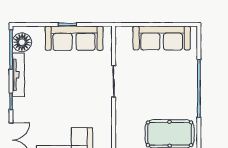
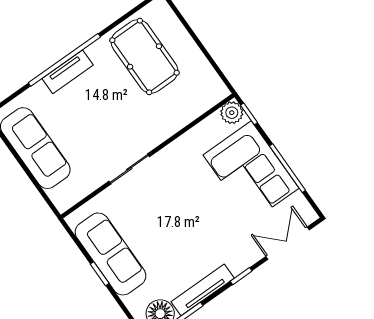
tv unit: (191, 86) -> (68, 72), added

